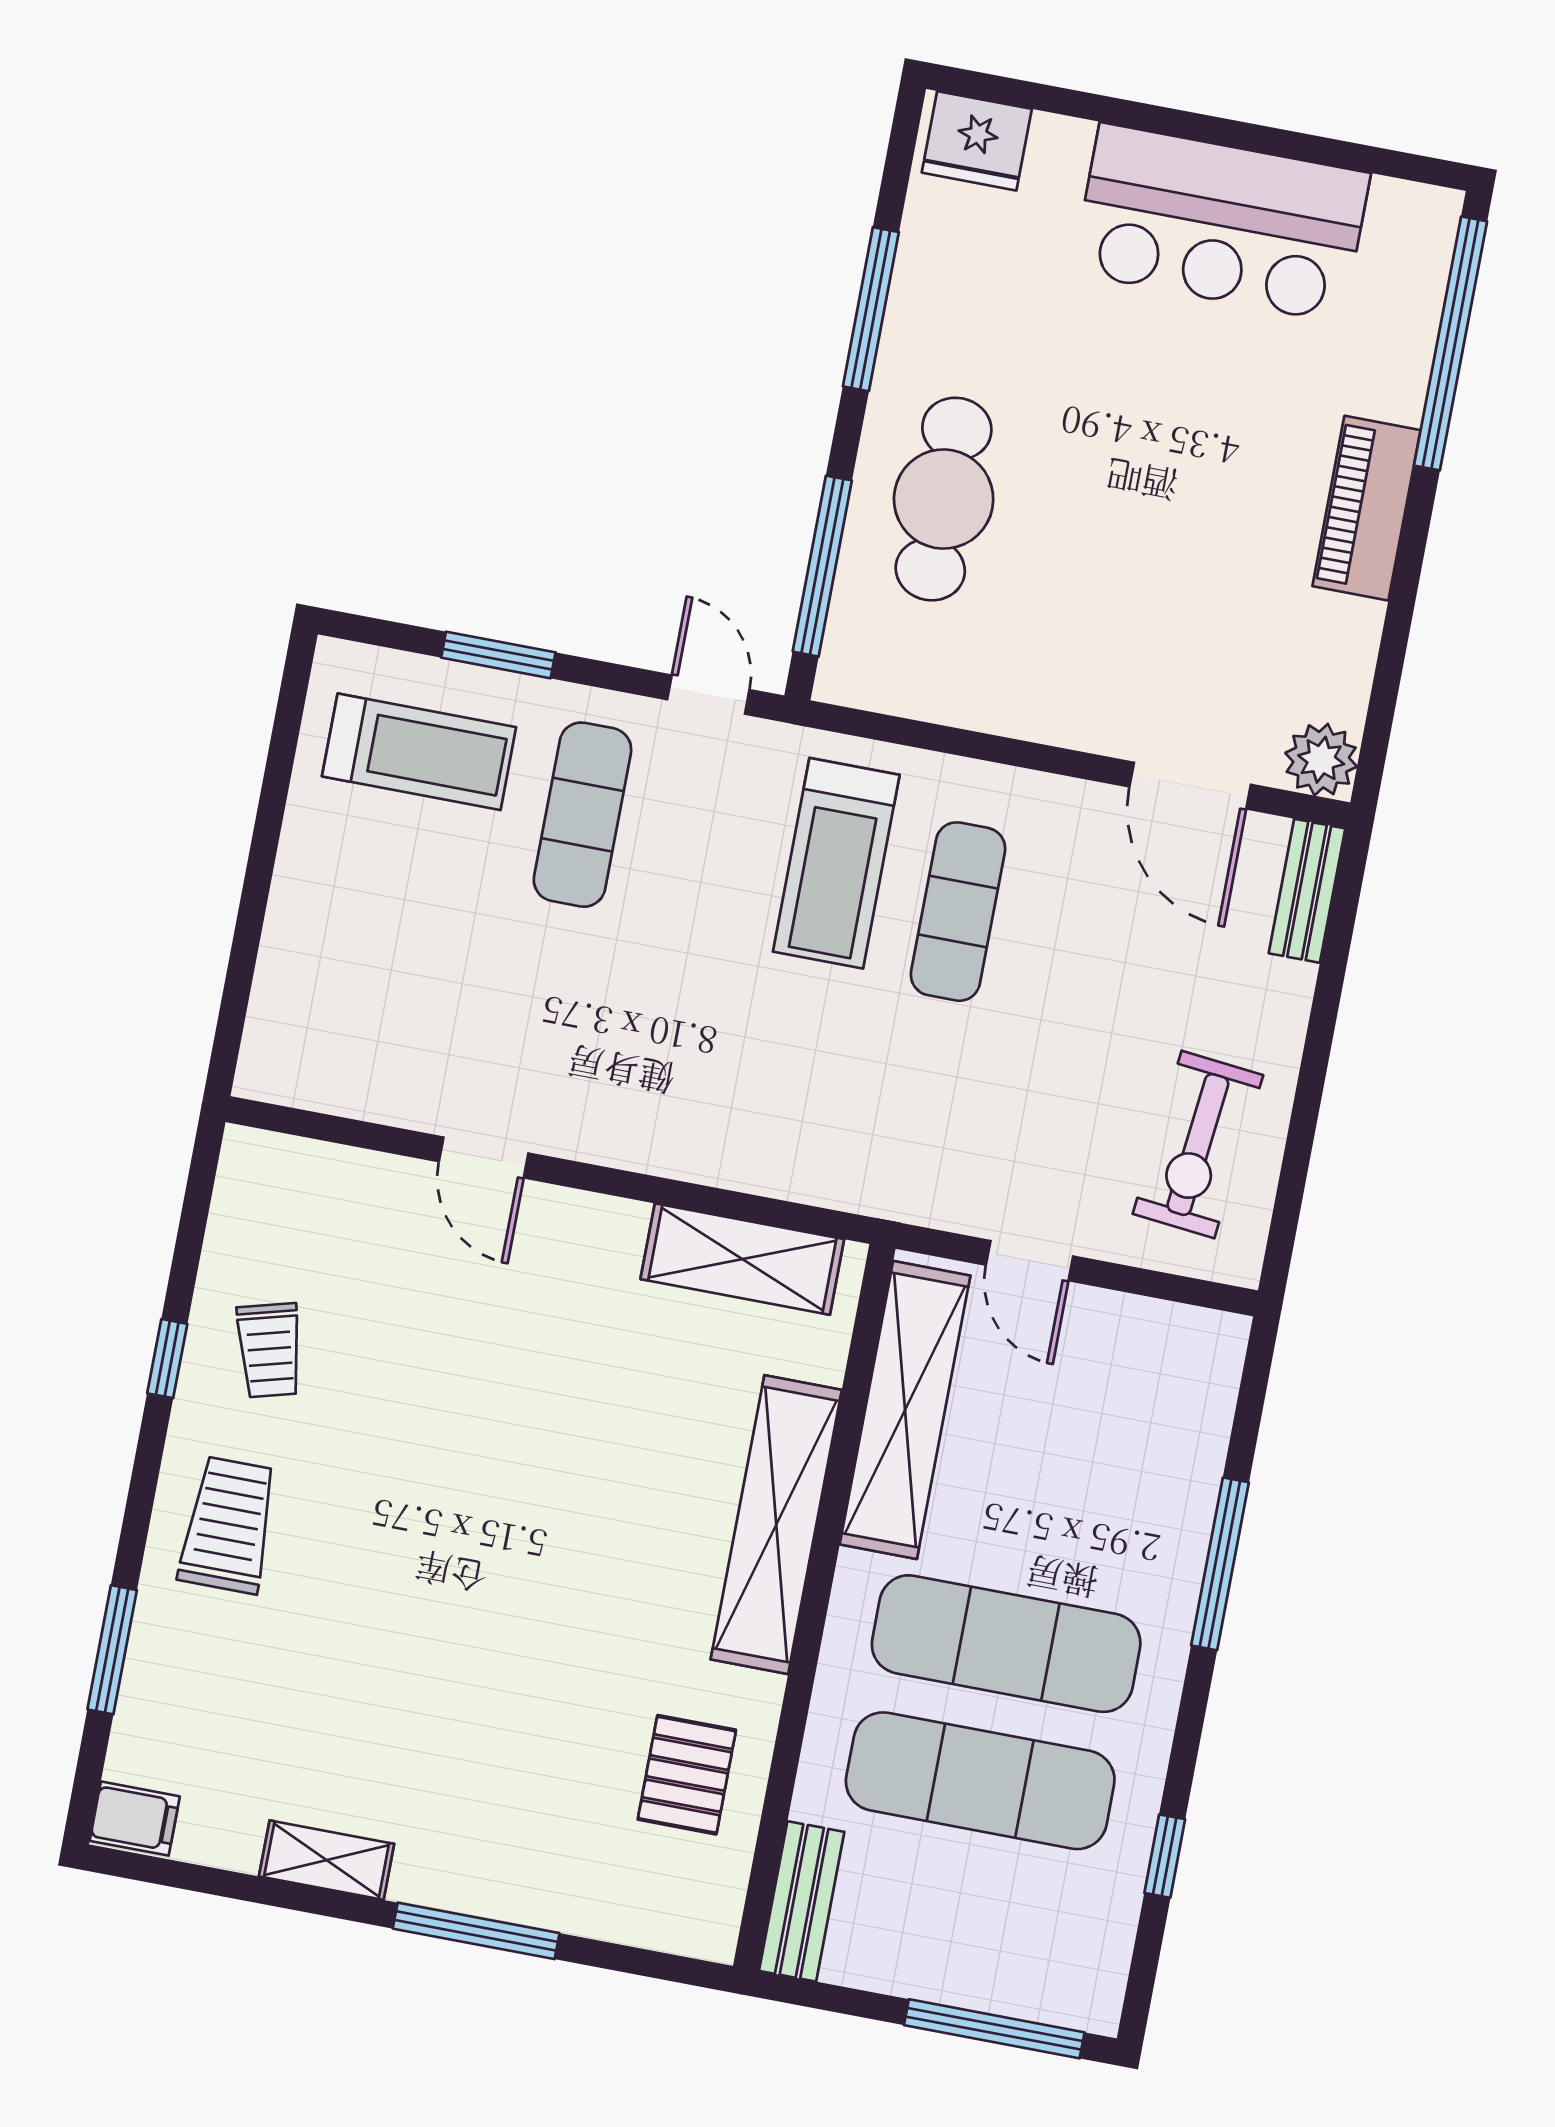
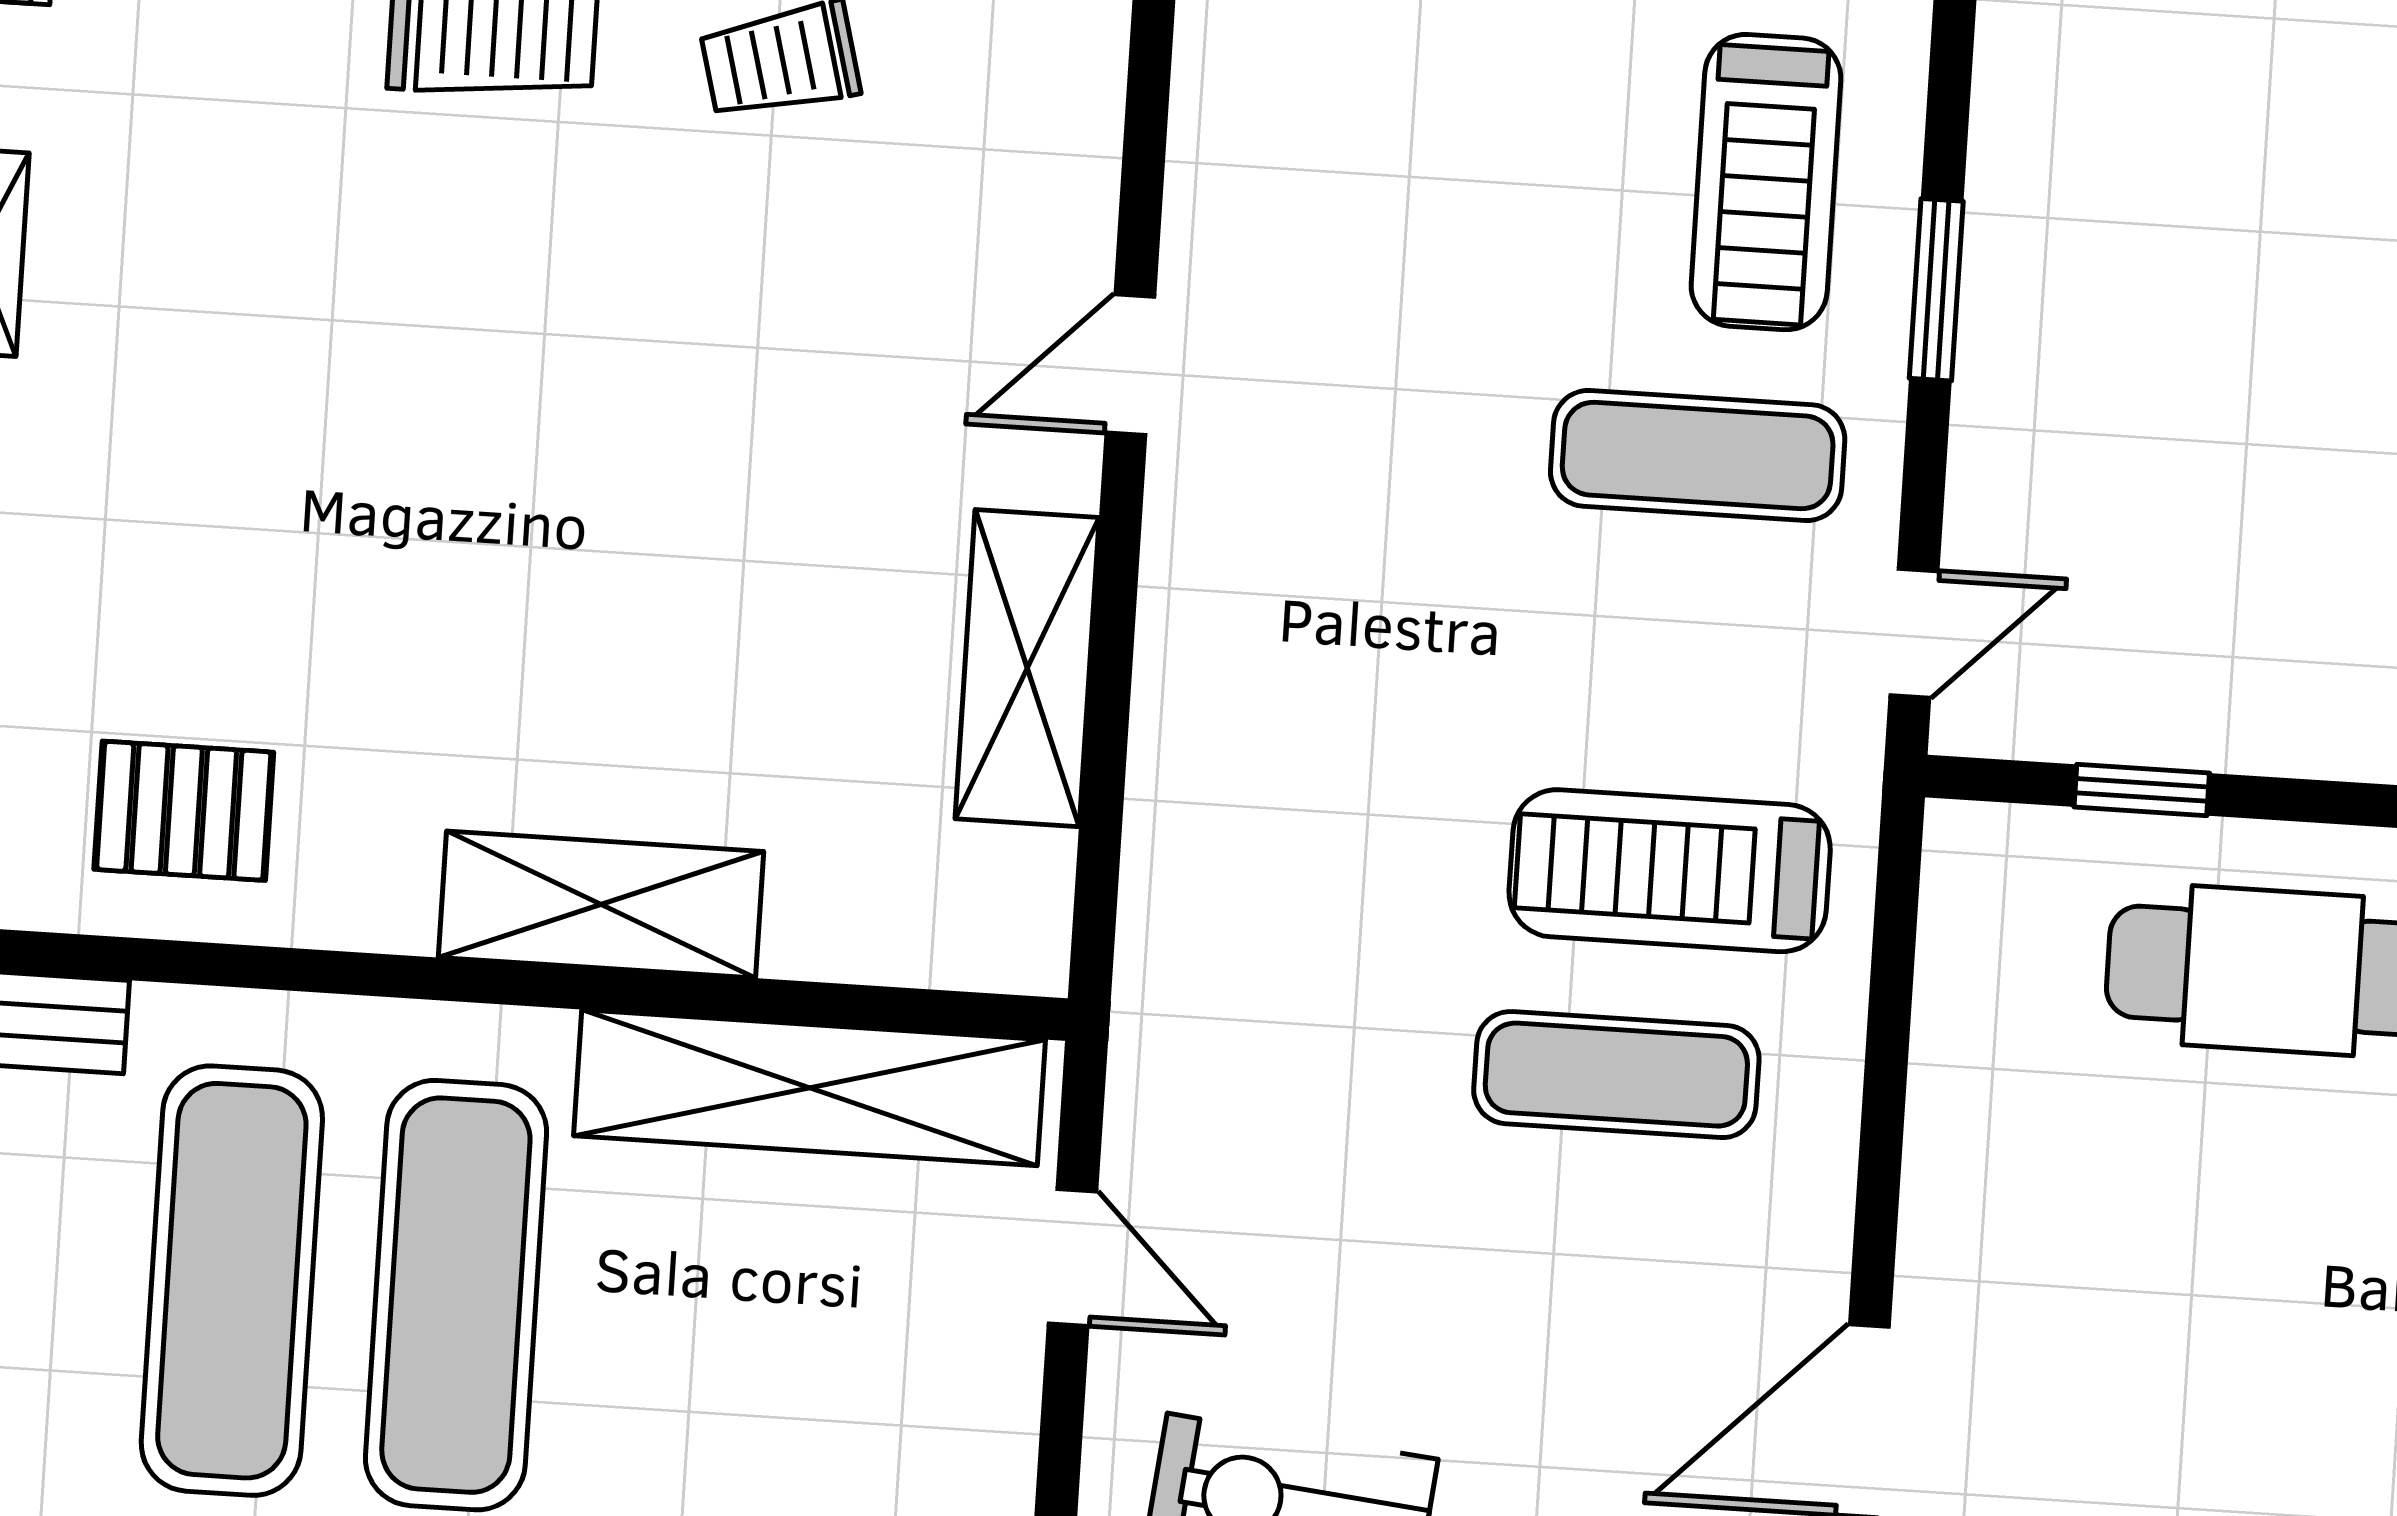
window: (822, 566) -> (2142, 790), width x0.46
shelving: (742, 1259) -> (1027, 668), moved
door: (1030, 1261) -> (1073, 1257), swing flipped
shelving: (776, 1525) -> (601, 904), width x0.68

